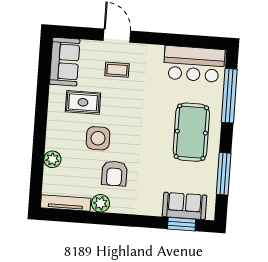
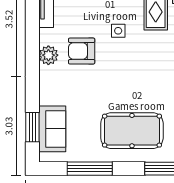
side table: (98, 138) -> (118, 31), width x0.54, depth x0.54
plant: (101, 203) -> (48, 55), moved

